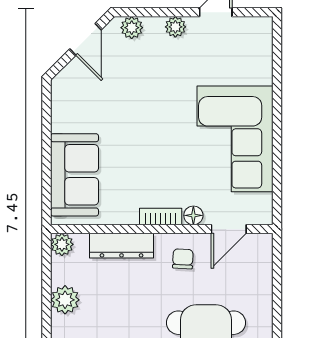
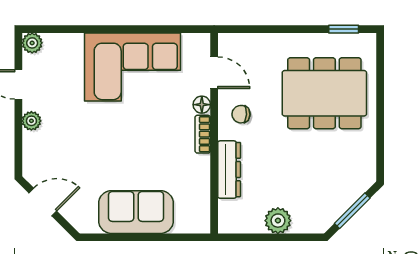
plant: (132, 28) -> (32, 43), moved
sofa: (74, 175) -> (136, 212), moved
plant: (62, 244) -> (228, 223), removed

